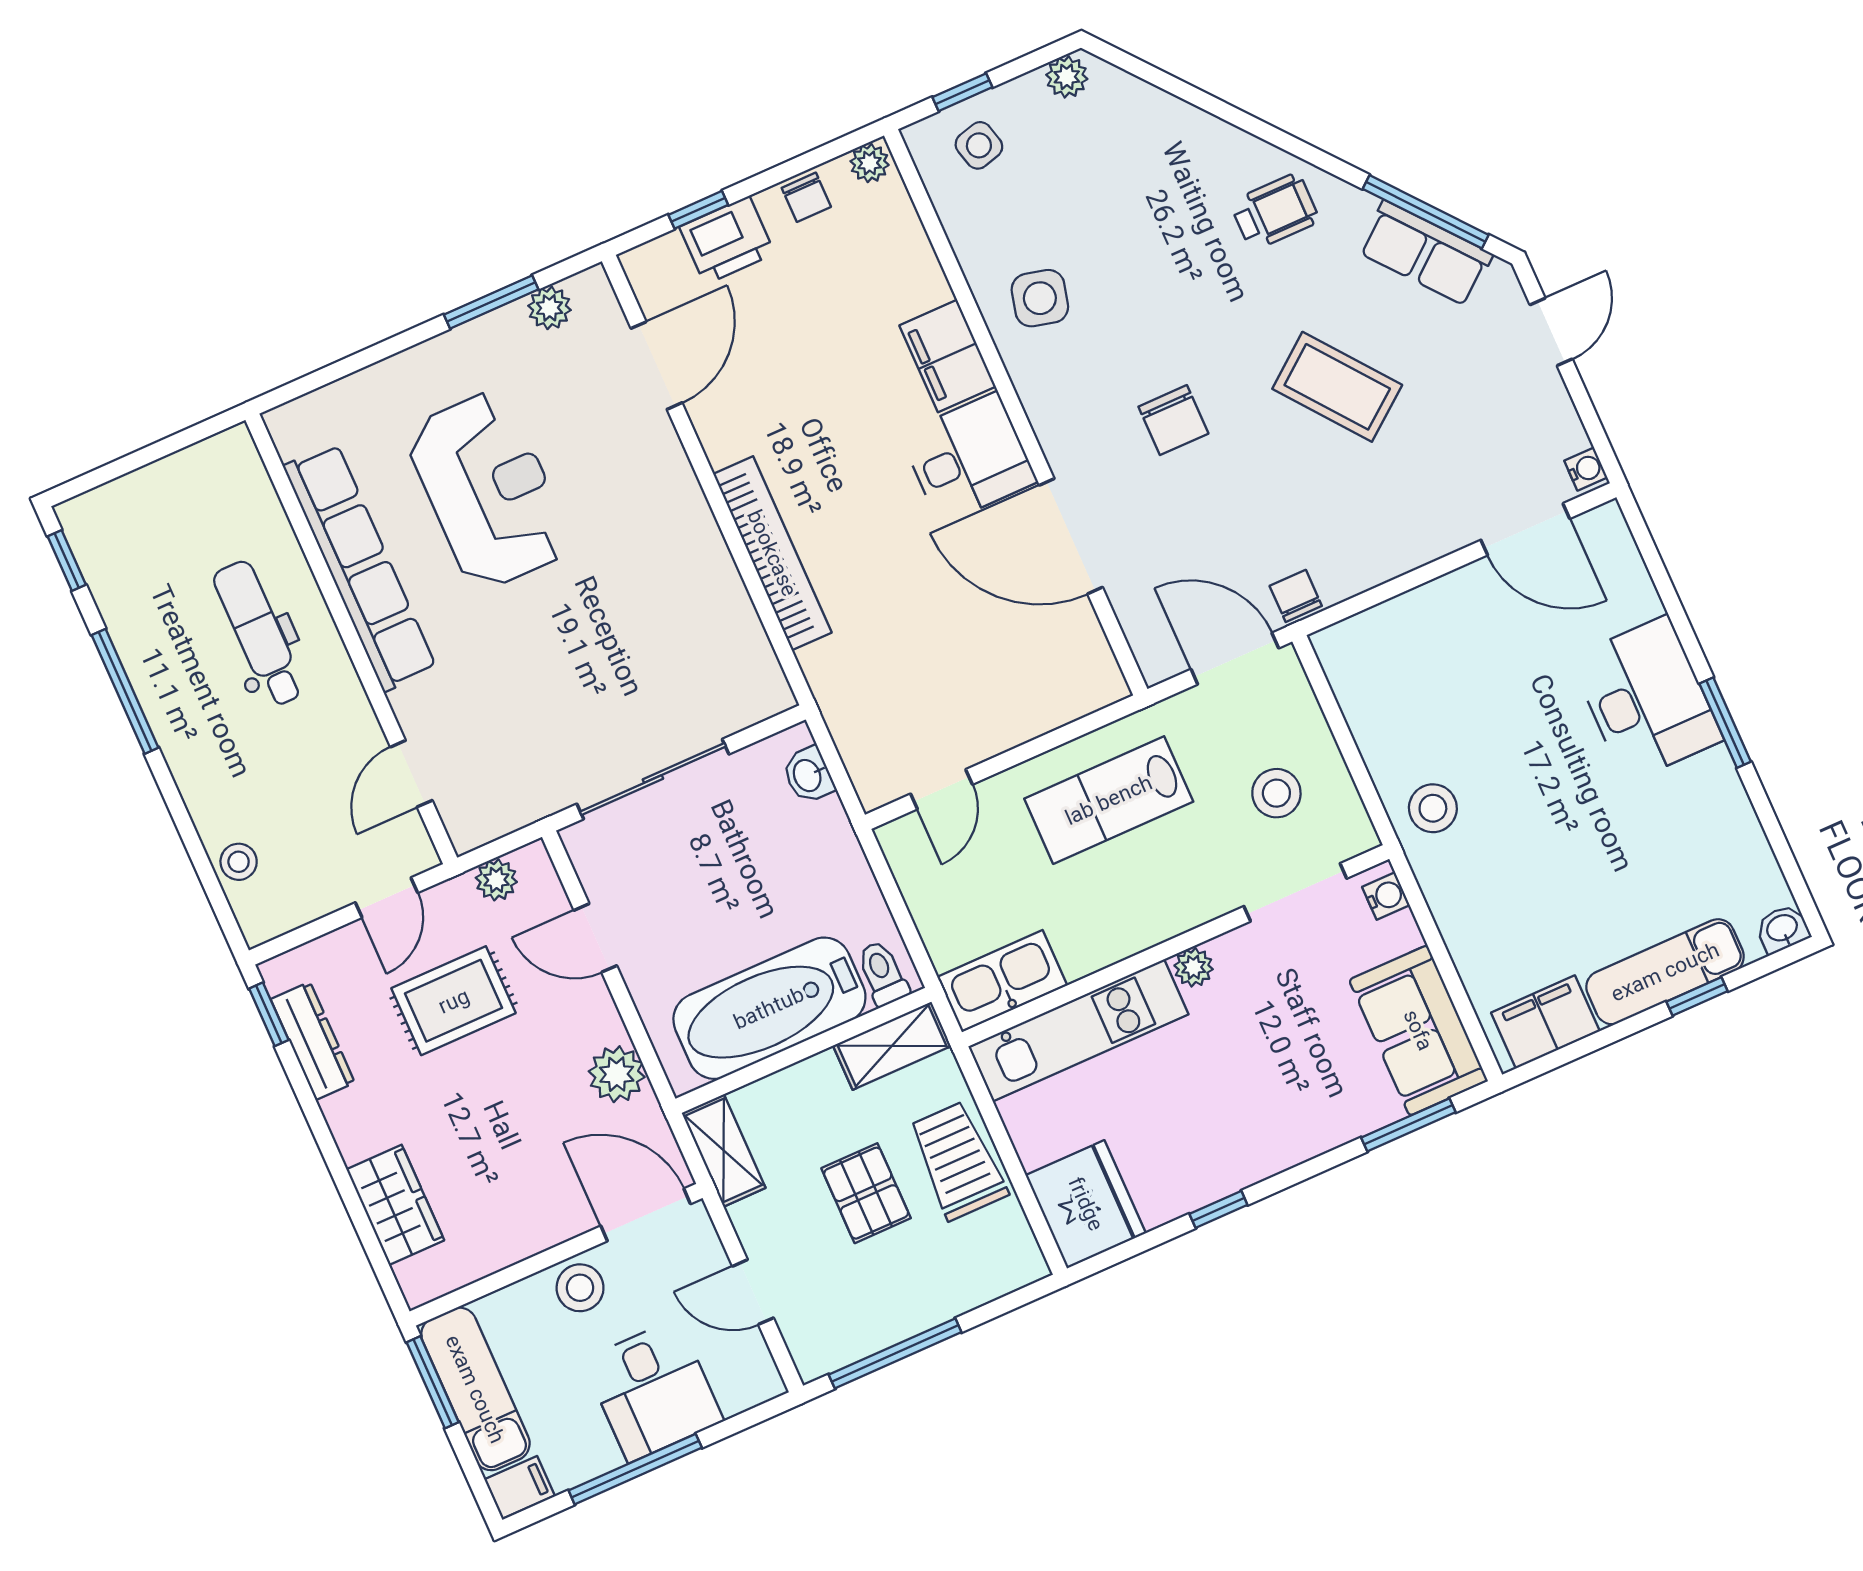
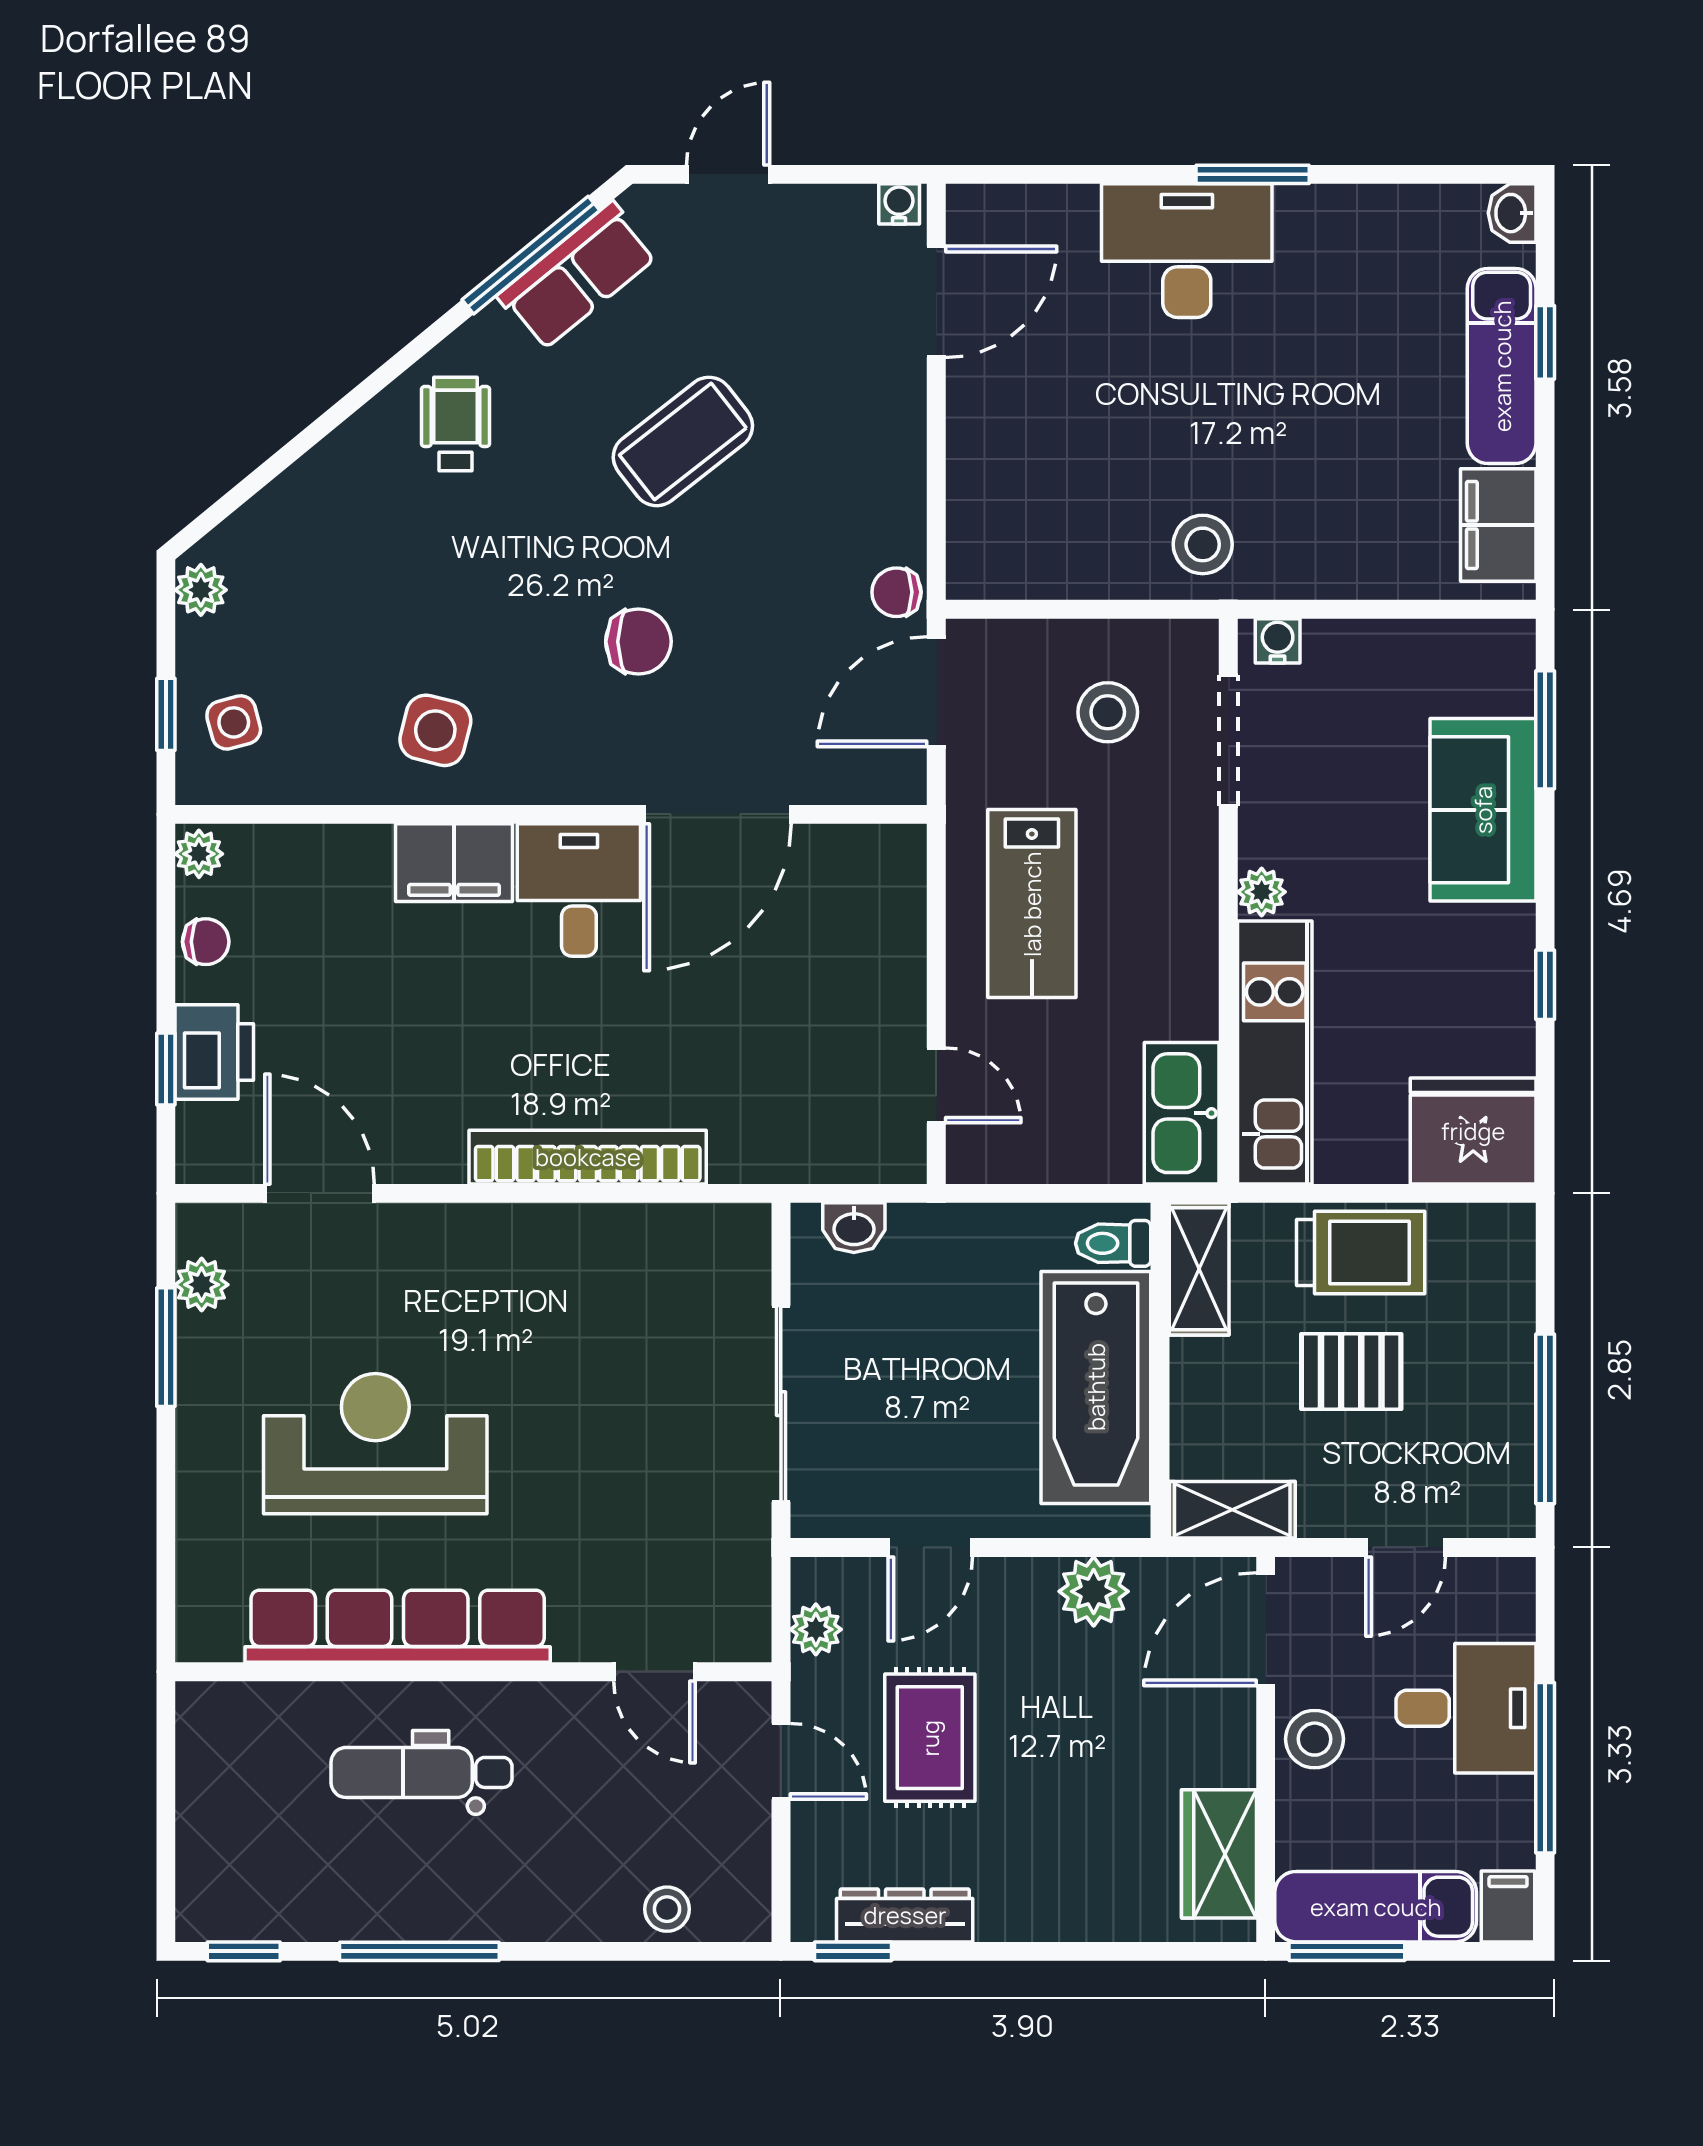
door: (1551, 332) -> (728, 174), hinge flipped
sofa: (1418, 1030) -> (1483, 810), moved, turned 90
trolley: (958, 1161) -> (1361, 1253), turned 180
wardrobe: (395, 1205) -> (1219, 1854), moved, turned -90

